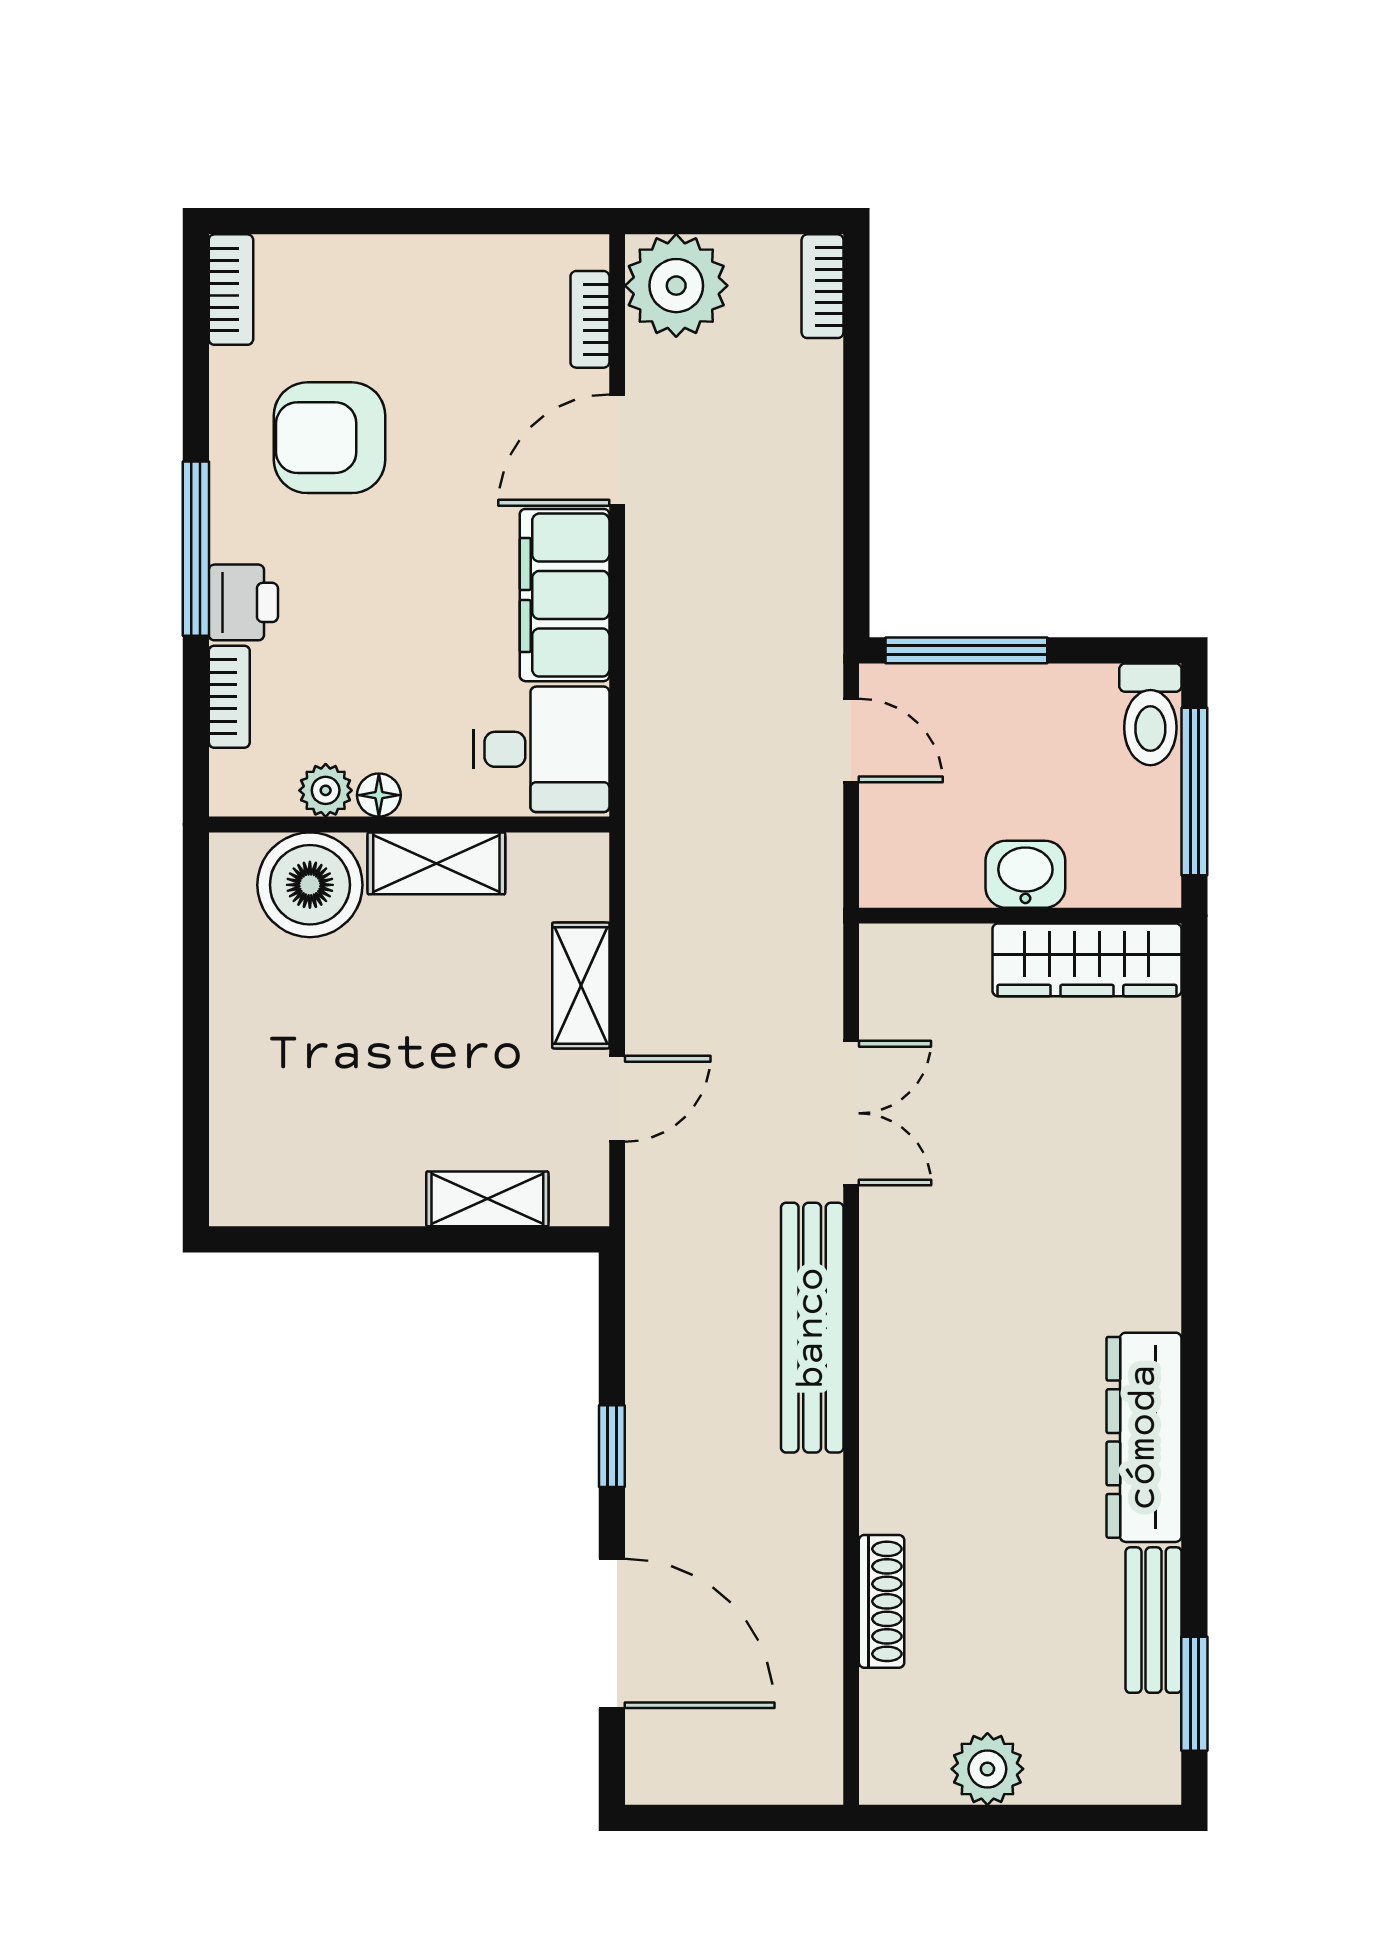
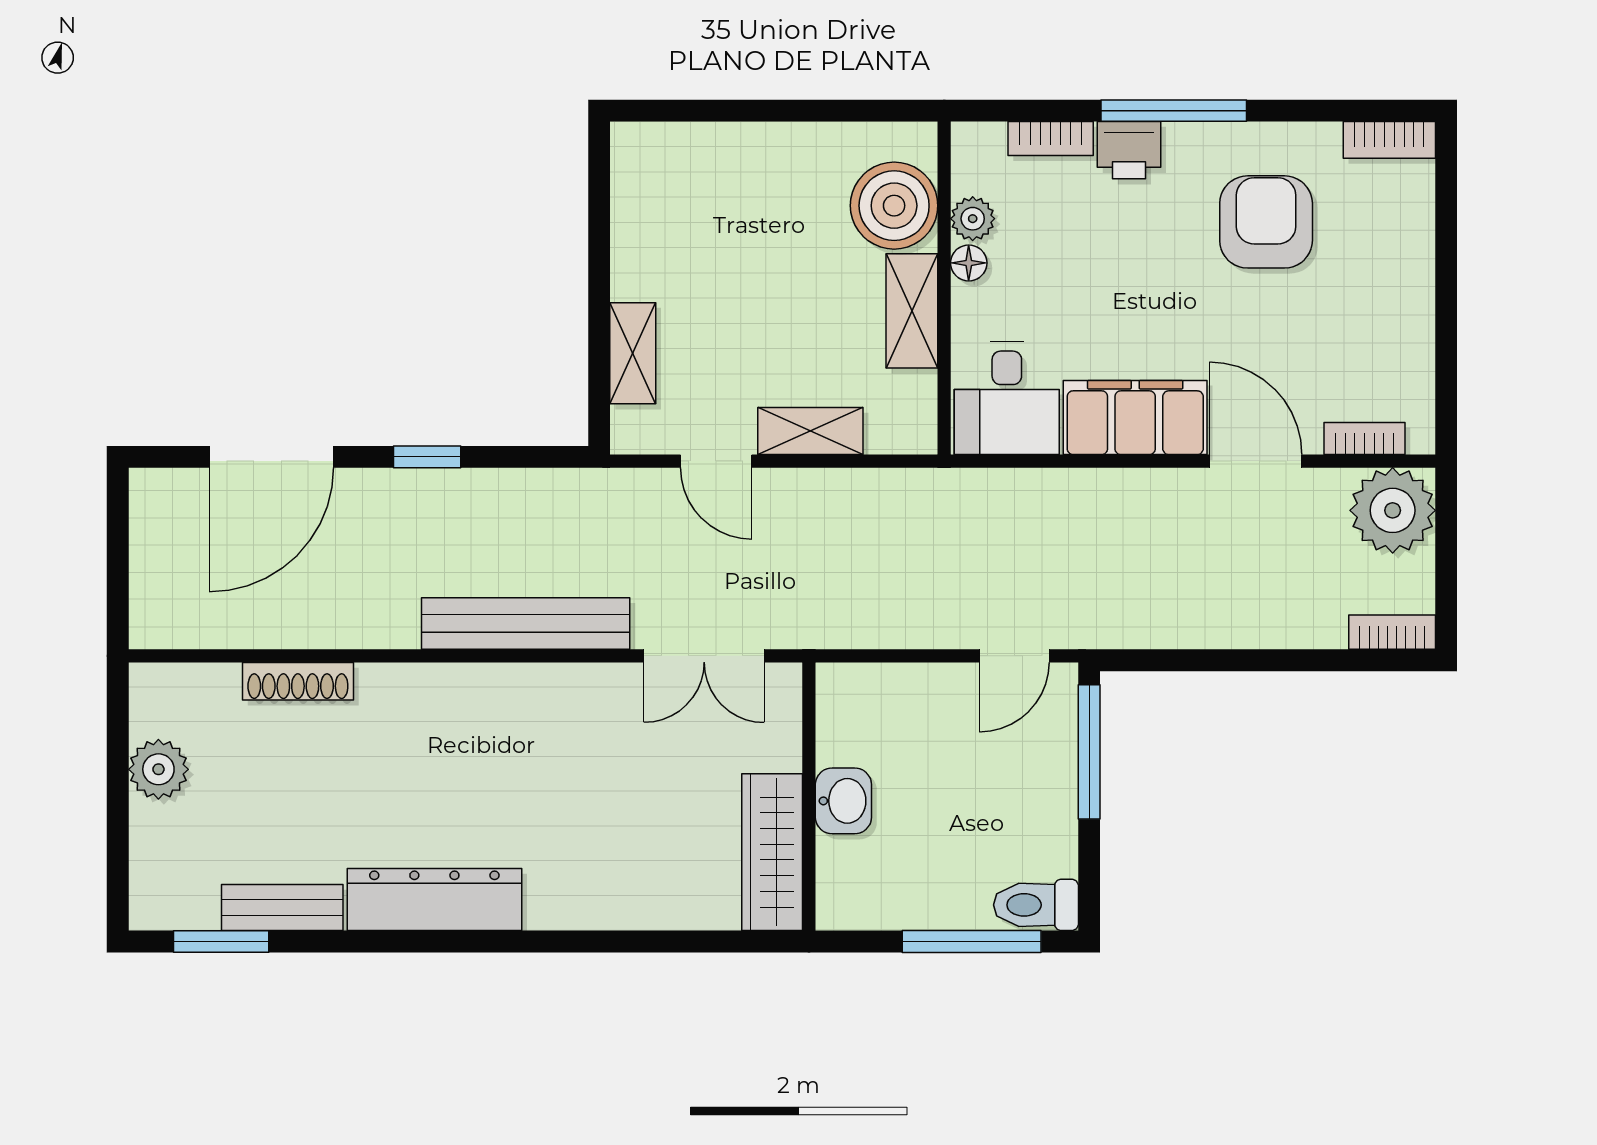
washbasin: (1025, 874) -> (843, 801), moved
wall: (1020, 916) -> (809, 797), moved
wardrobe: (1087, 960) -> (772, 852), moved

